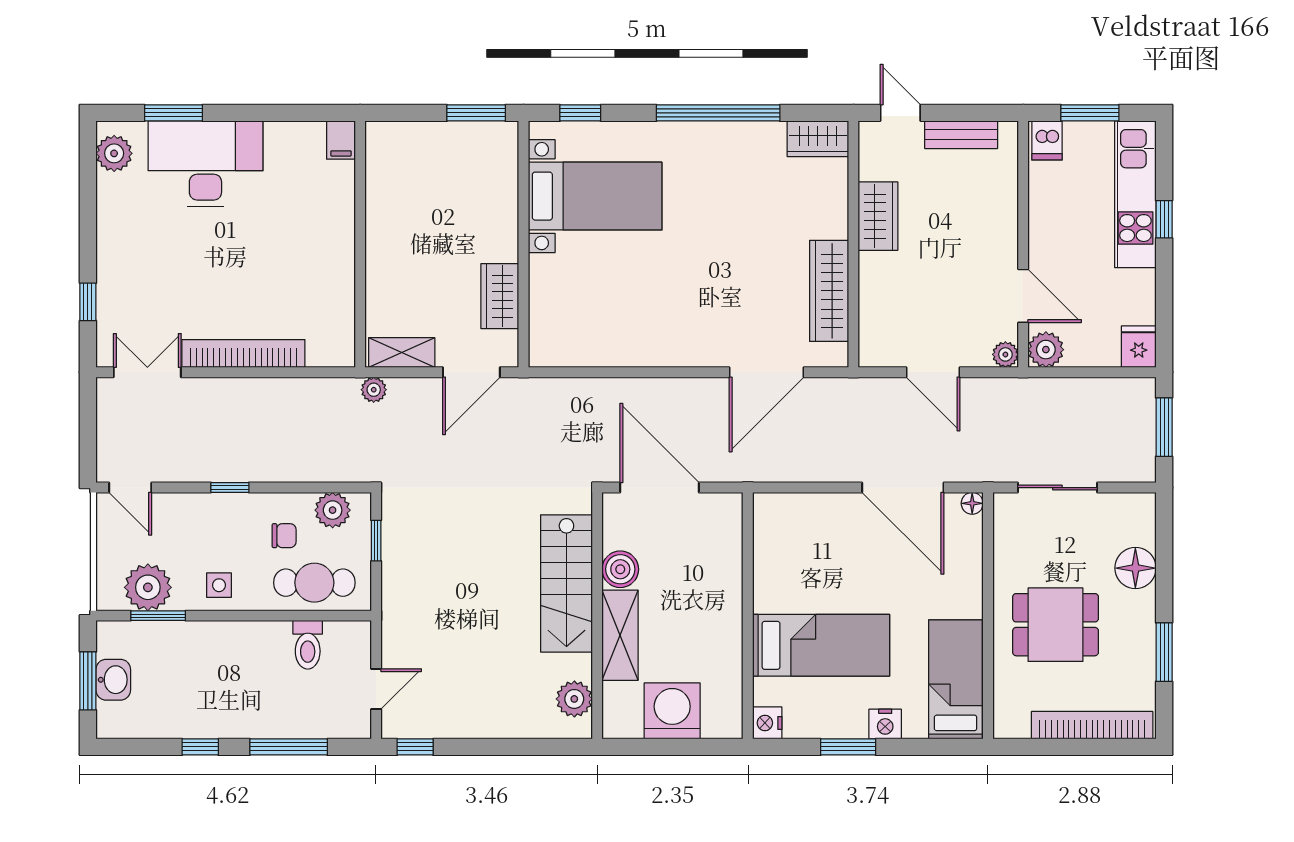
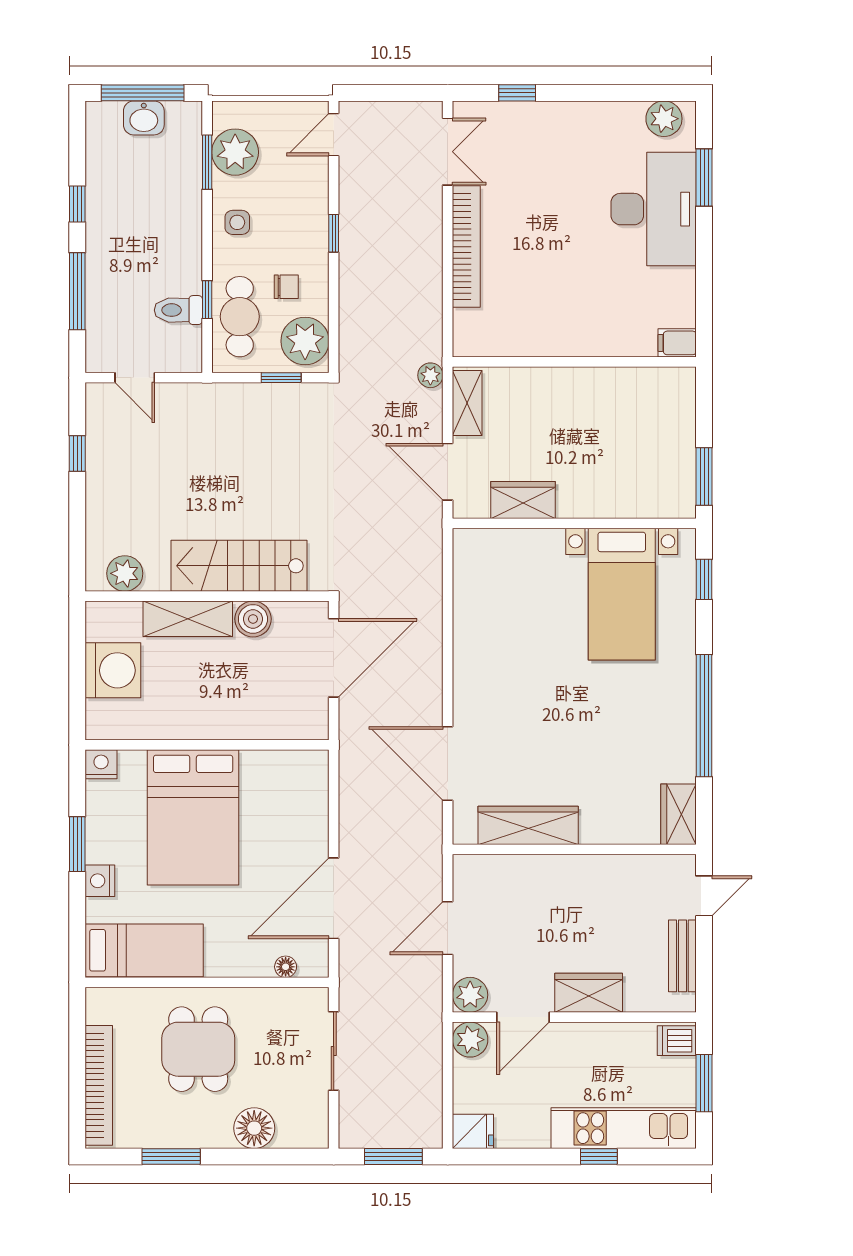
wardrobe: (878, 216) -> (589, 993), moved, turned 180
plant: (1005, 354) -> (470, 995), width x1.38, depth x1.38
floor lamp: (972, 503) -> (286, 967), moved
plant: (333, 510) -> (305, 341), width x1.36, depth x1.36
chair: (284, 536) -> (286, 287), turned -90
window: (297, 616) -> (207, 300), added
bed: (821, 645) -> (193, 817), width x1.50
window: (88, 681) -> (143, 93), width x1.44
window: (415, 747) -> (77, 453), moved

